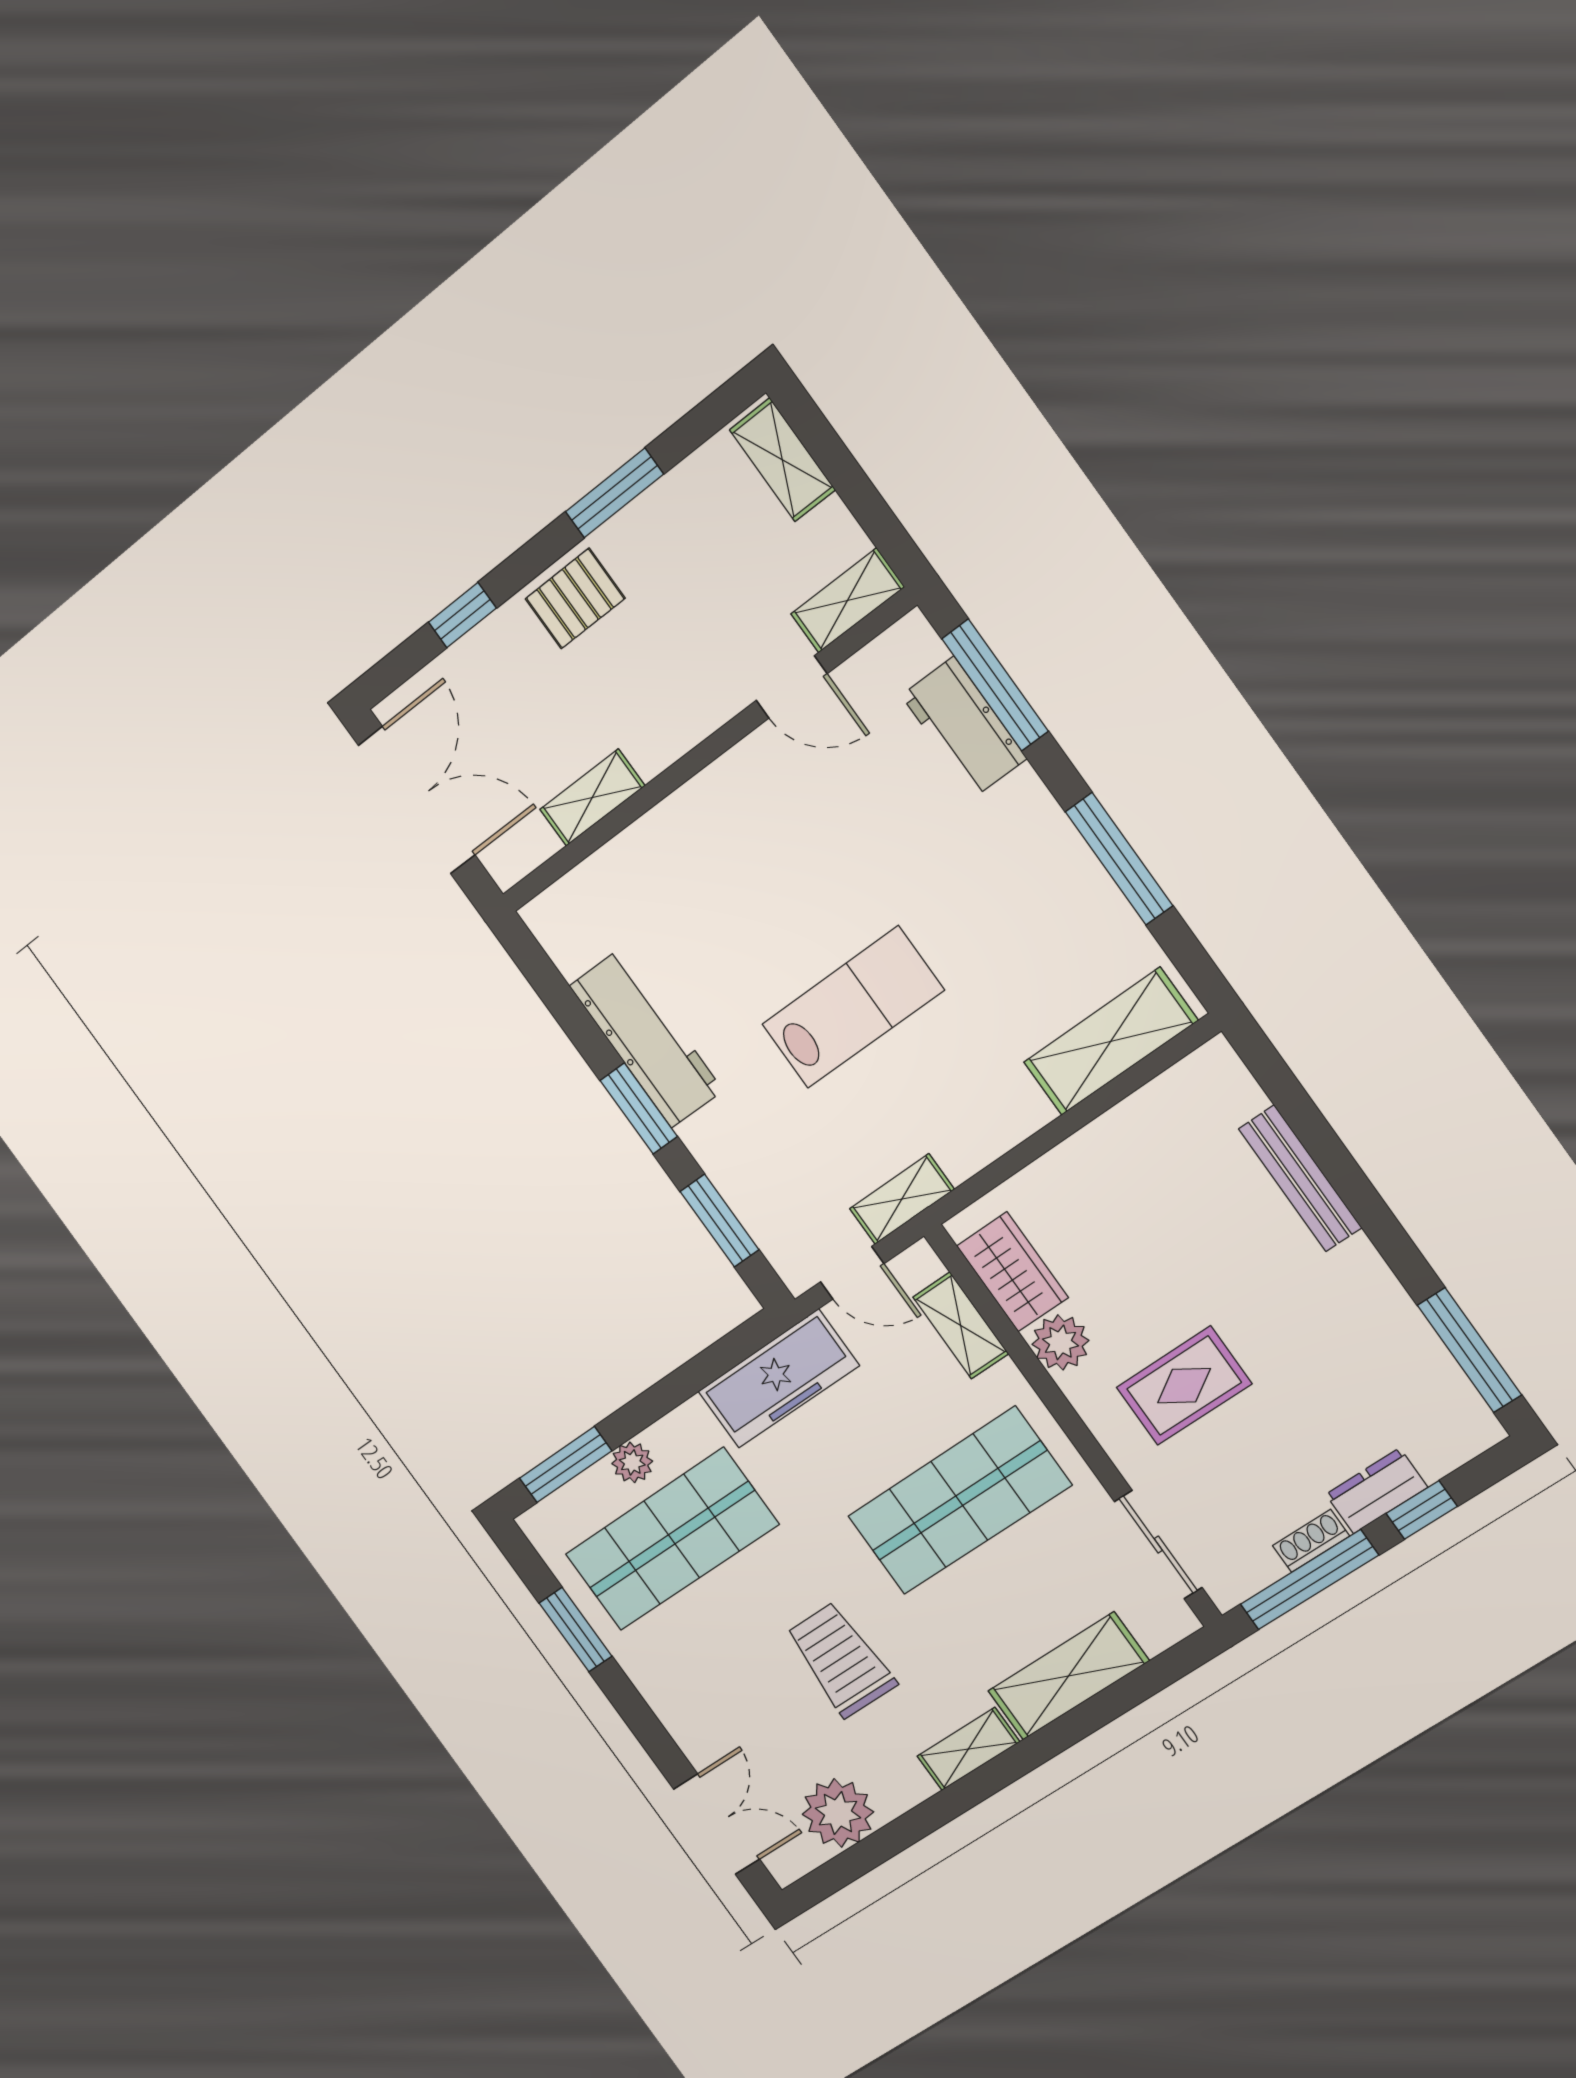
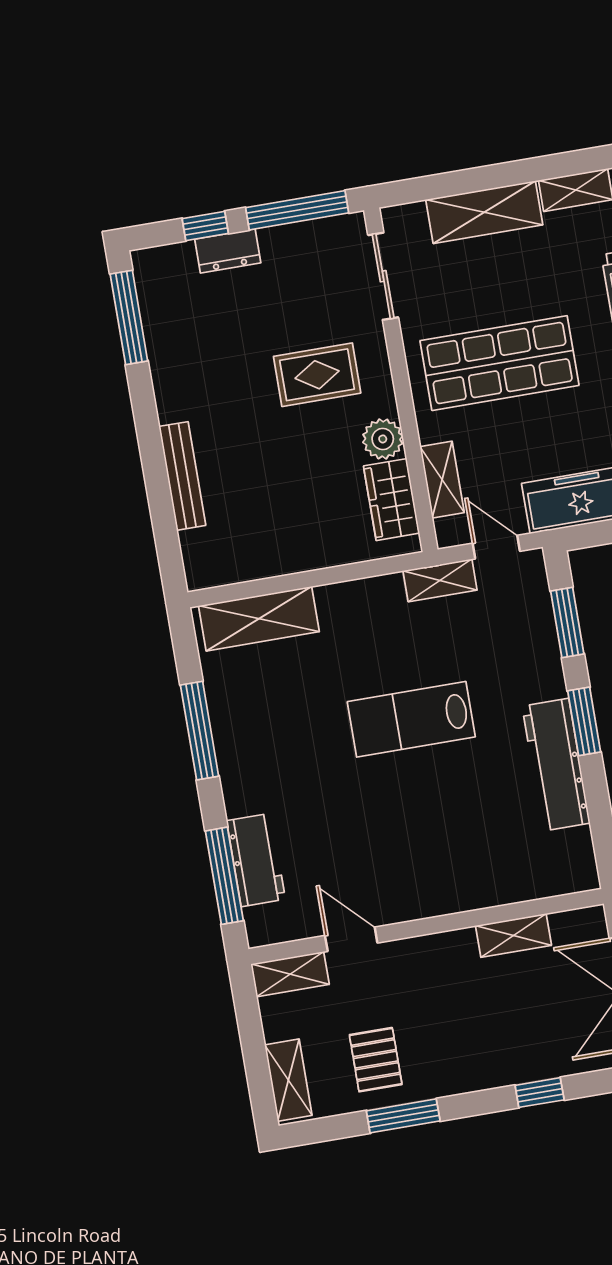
pallet: (575, 599) -> (376, 1060), moved, turned 90
shoe rack: (1311, 1541) -> (284, 236), removed

